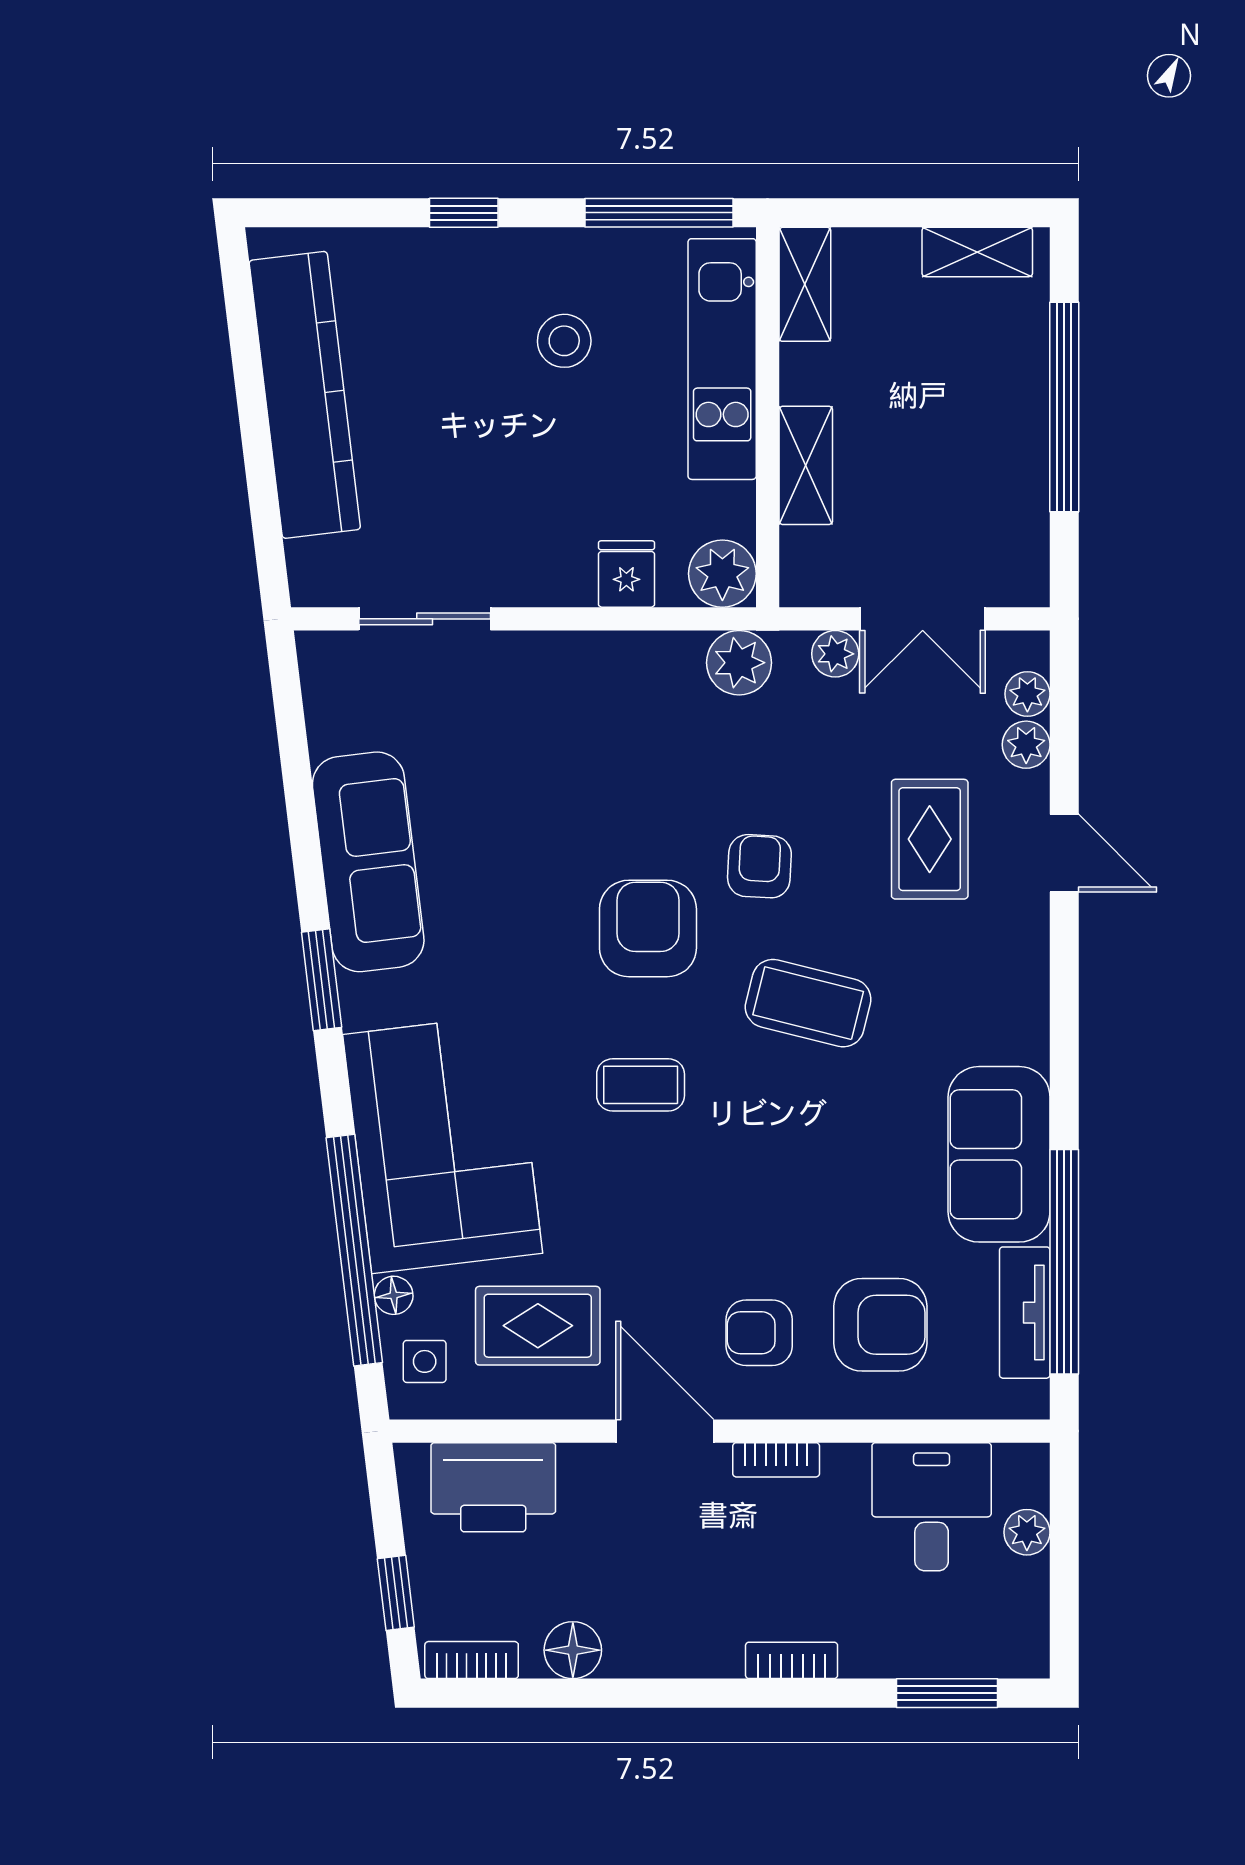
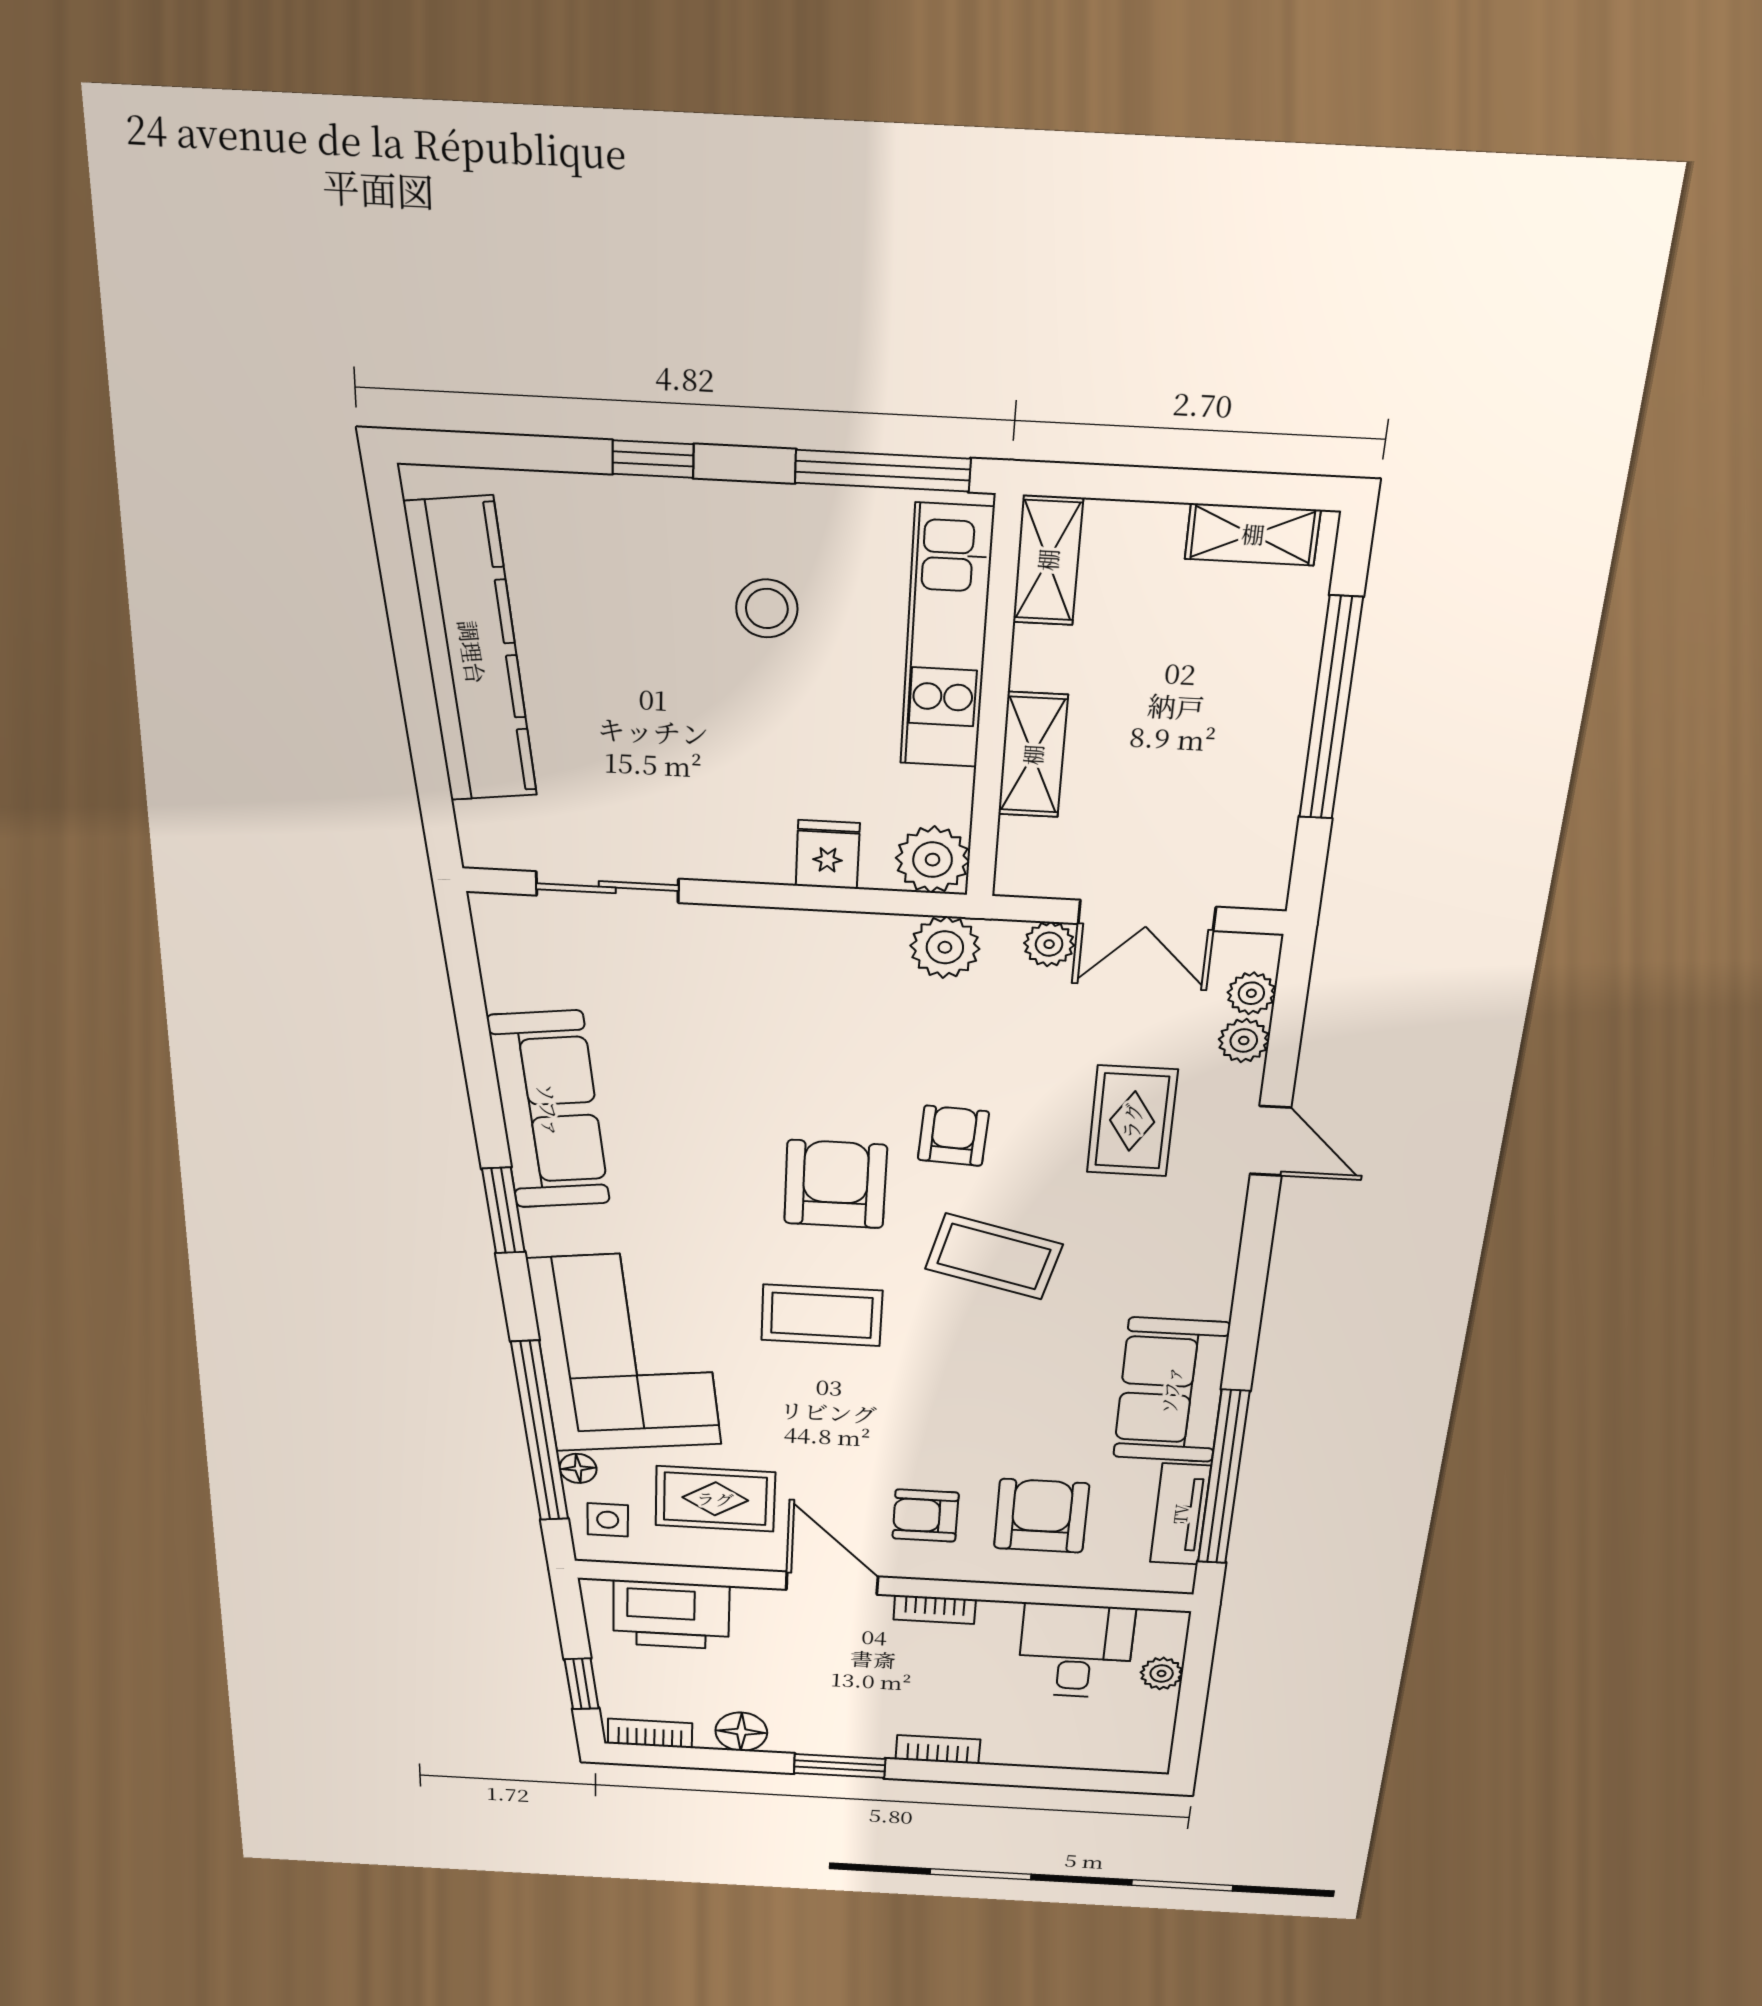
coffee table: (641, 1085) -> (822, 1315), width x1.36, depth x1.30
armchair: (880, 1325) -> (1041, 1516), turned -90
window: (947, 1693) -> (840, 1766), moved

